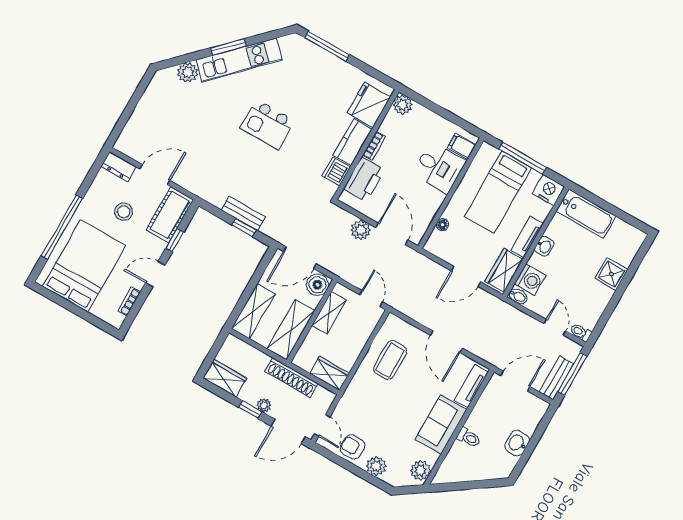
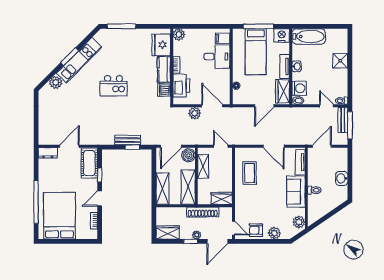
stool: (124, 212) -> (64, 175), removed
bench: (557, 378) -> (343, 120), moved

